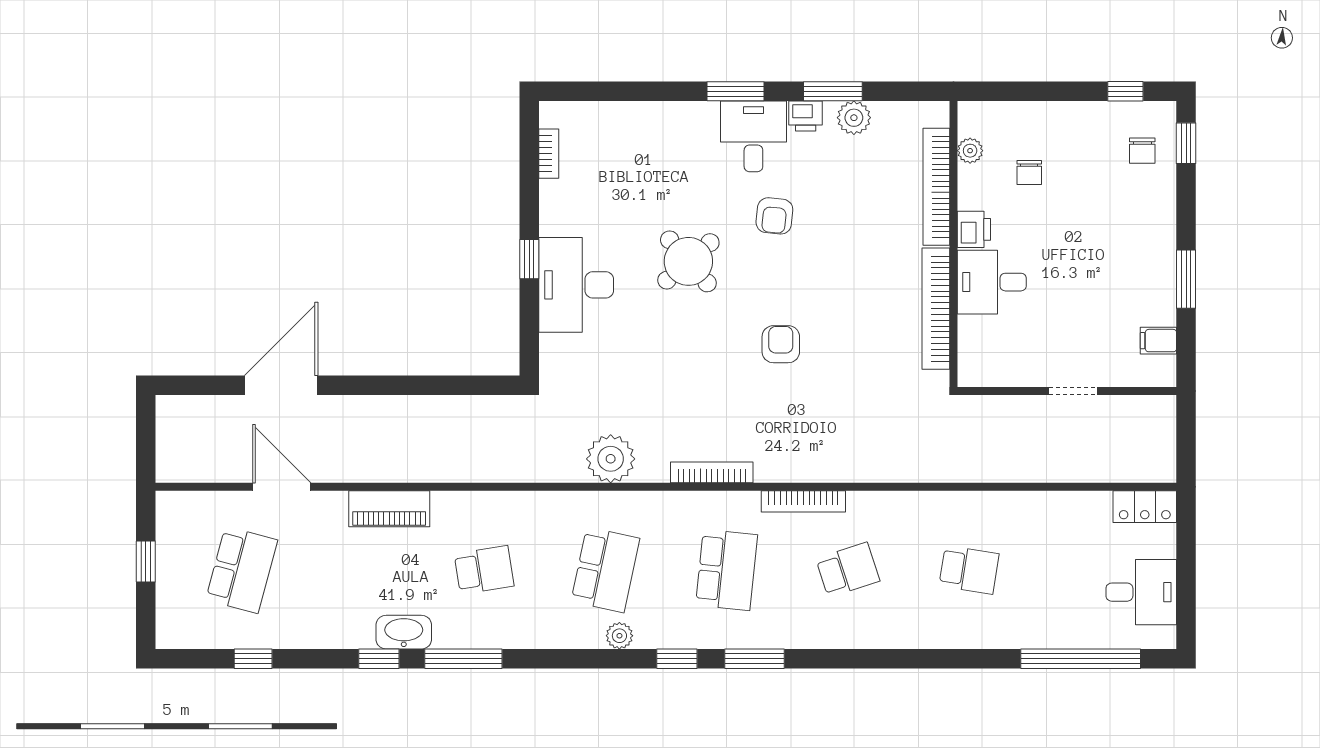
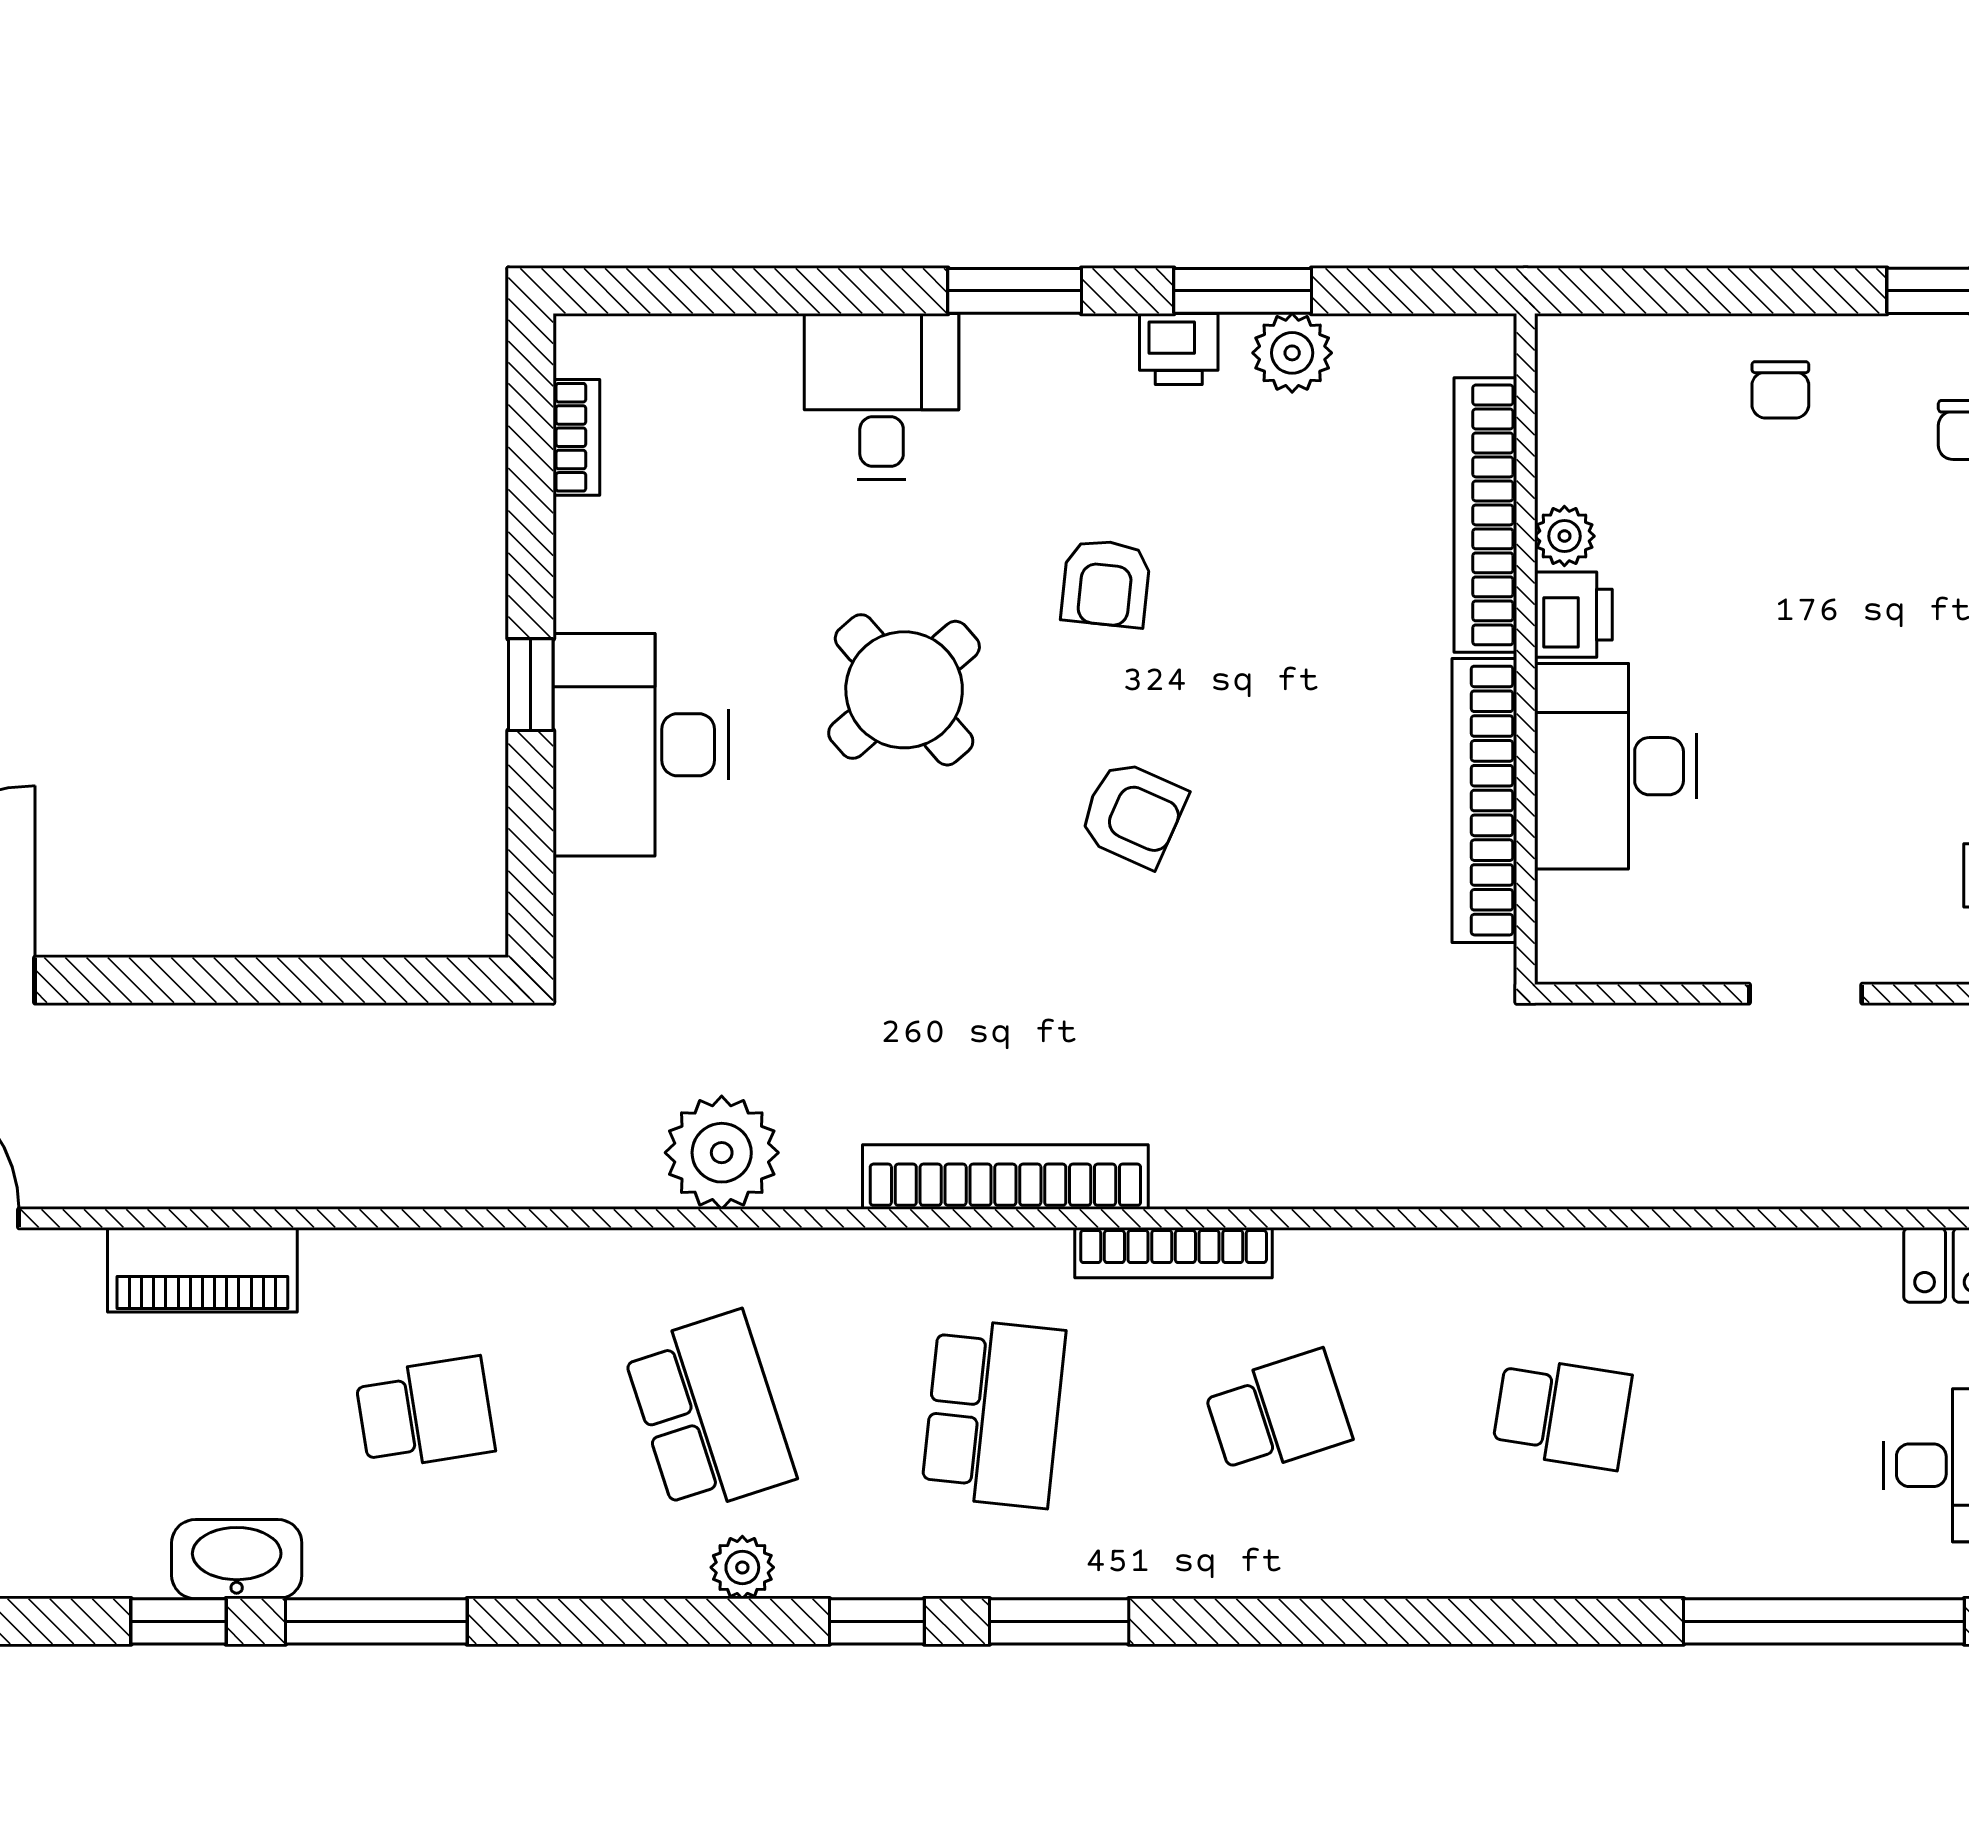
desk: (753, 136) -> (882, 397), moved
plant: (970, 151) -> (1564, 536), moved
chair: (1029, 172) -> (1780, 390), moved
desk: (992, 282) -> (1615, 766), width x1.37
armchair: (781, 344) -> (1133, 814), moved, turned 114
bookcase: (712, 472) -> (1005, 1177), width x1.48, depth x1.31
school desk: (605, 570) -> (709, 1413), turned -30

